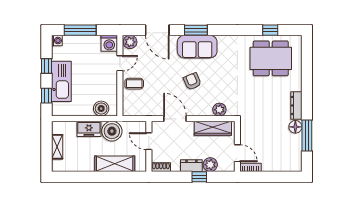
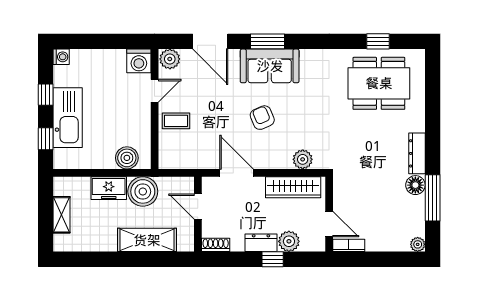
window: (80, 30) -> (96, 41), removed
plant: (297, 167) -> (418, 244), added

